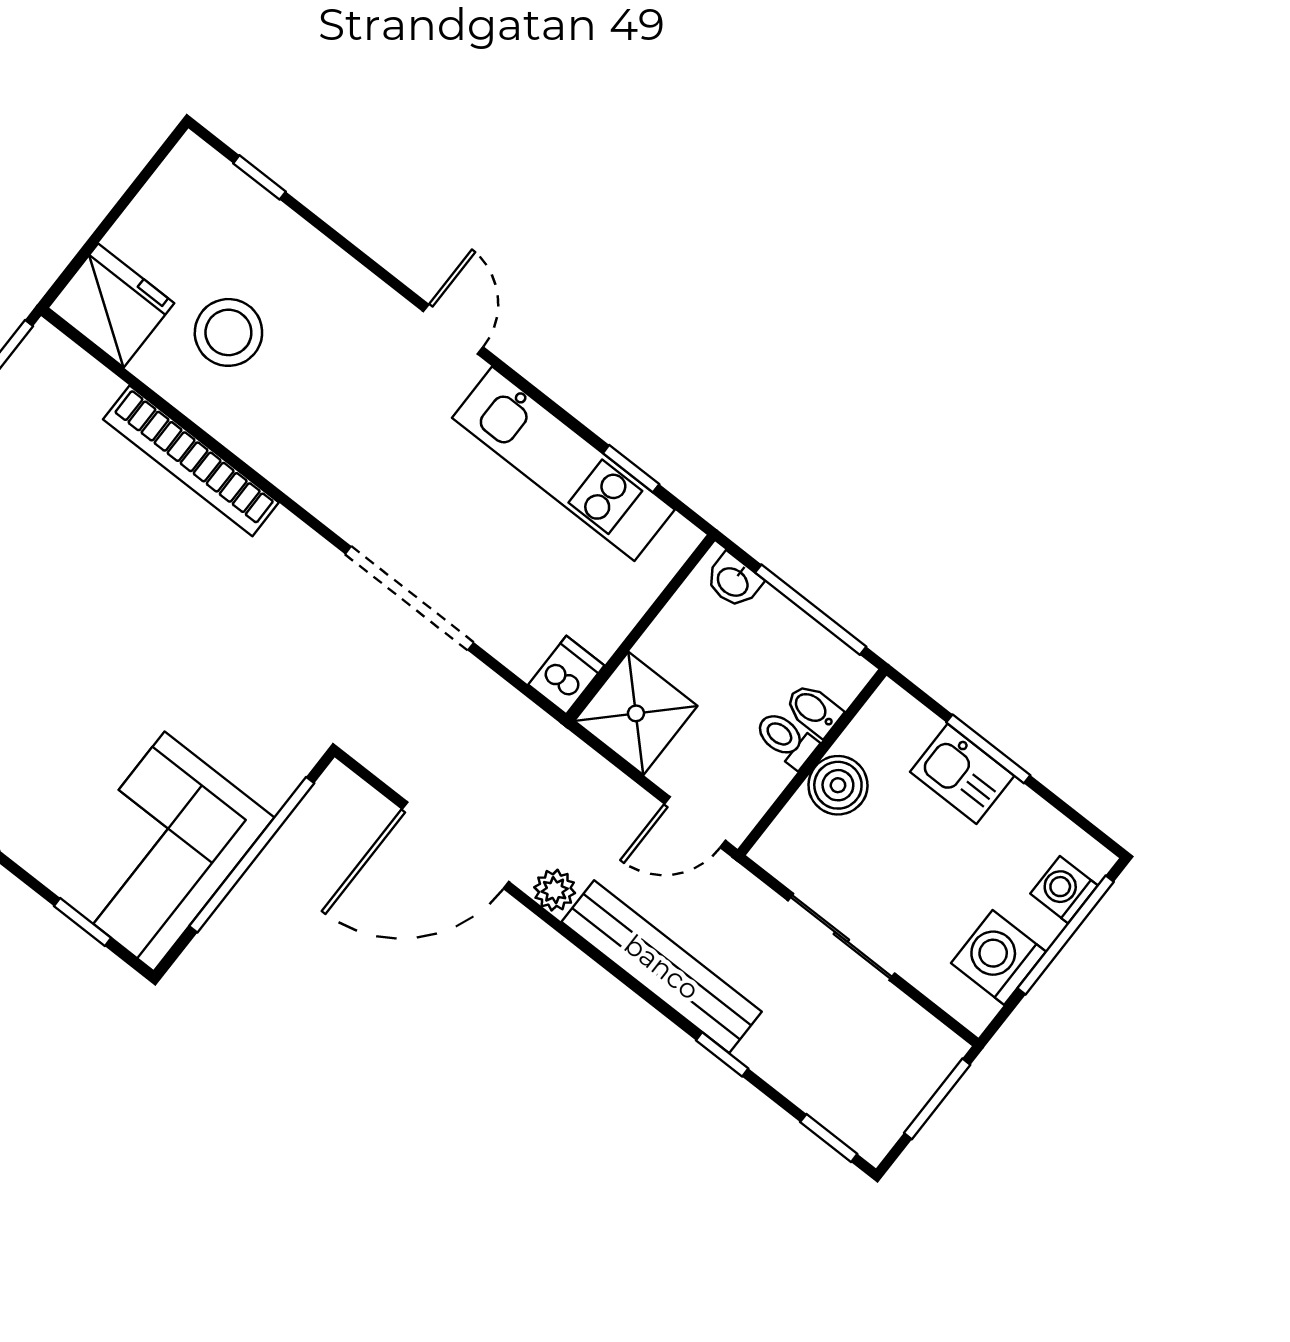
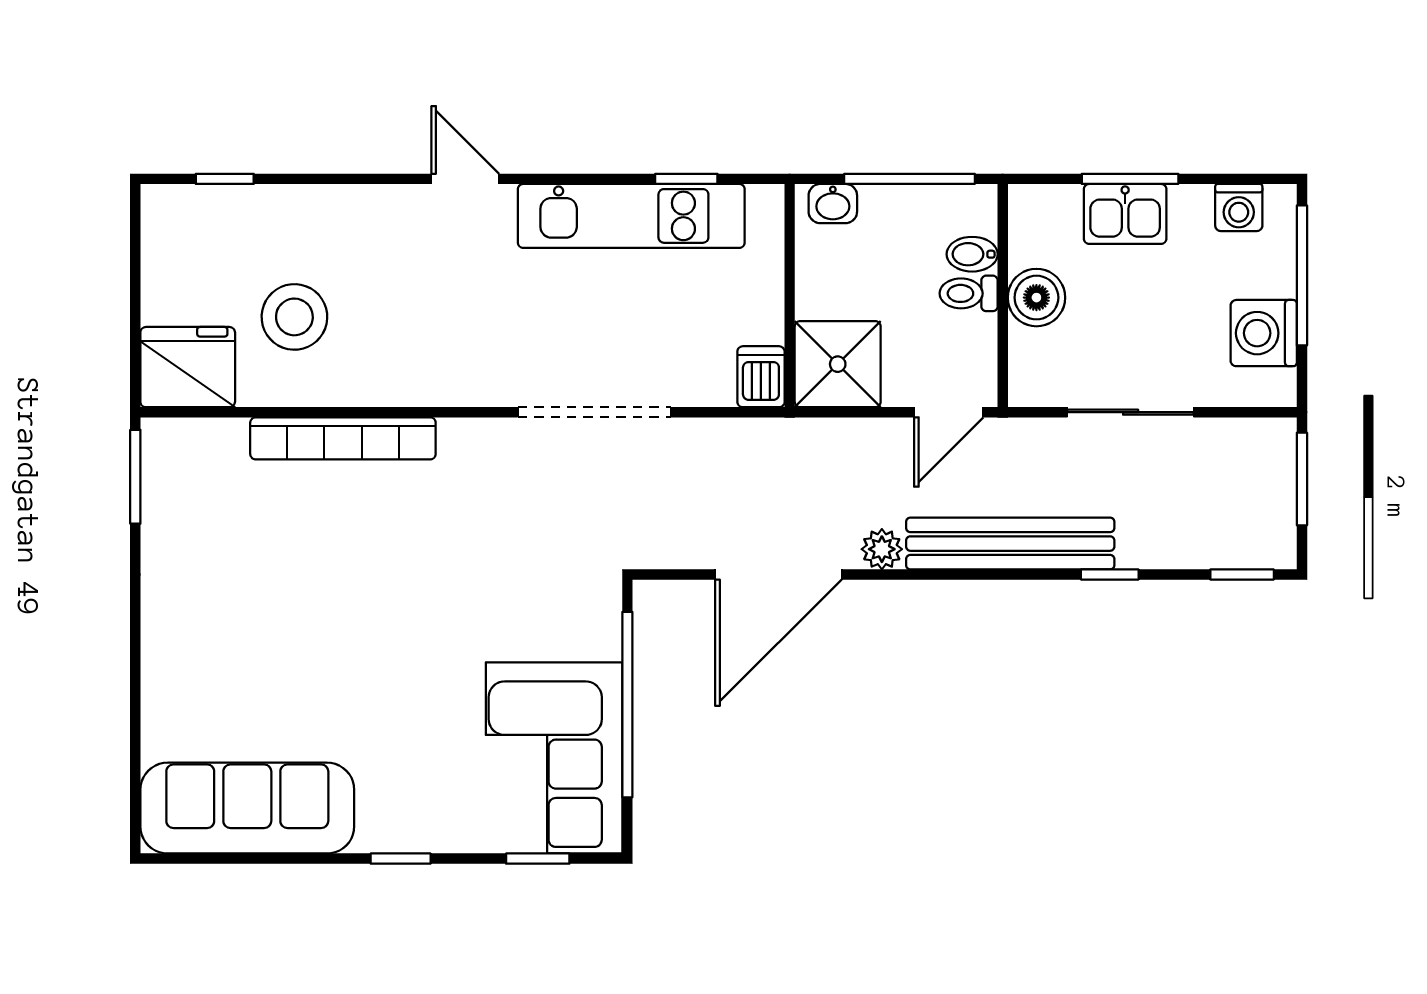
washing machine: (1064, 890) -> (1239, 207), moved, turned -90

